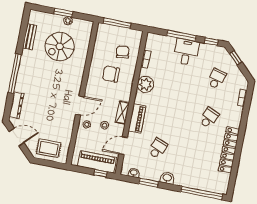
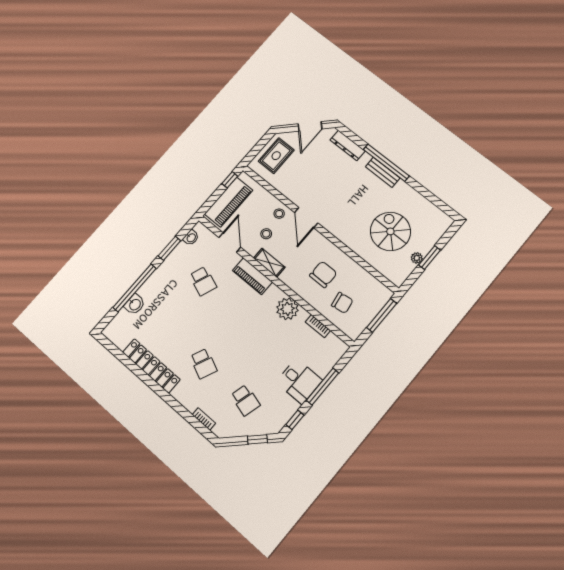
bench: (30, 37) -> (383, 172), moved
window: (100, 173) -> (230, 180), moved
washbasin: (167, 178) -> (135, 304), moved
window: (202, 193) -> (135, 288), moved

